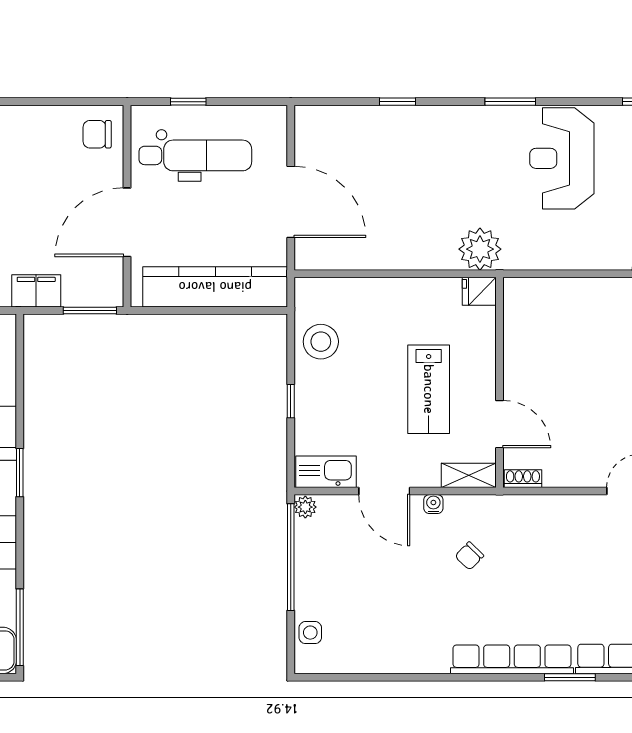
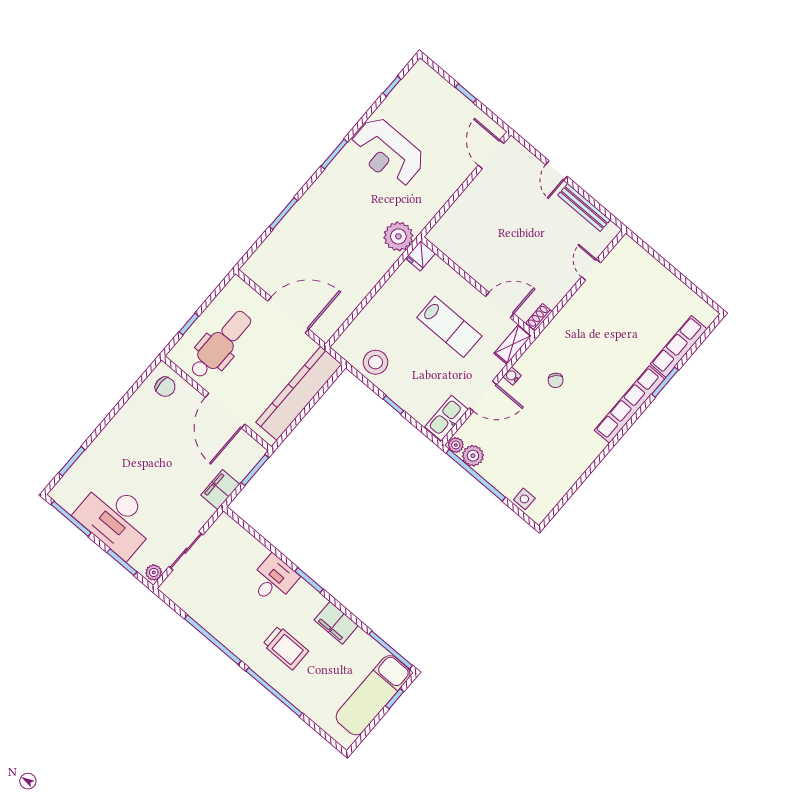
window: (397, 102) -> (283, 214), width x1.50
chair: (97, 134) -> (165, 387), turned -90
plant: (310, 536) -> (473, 456), added

